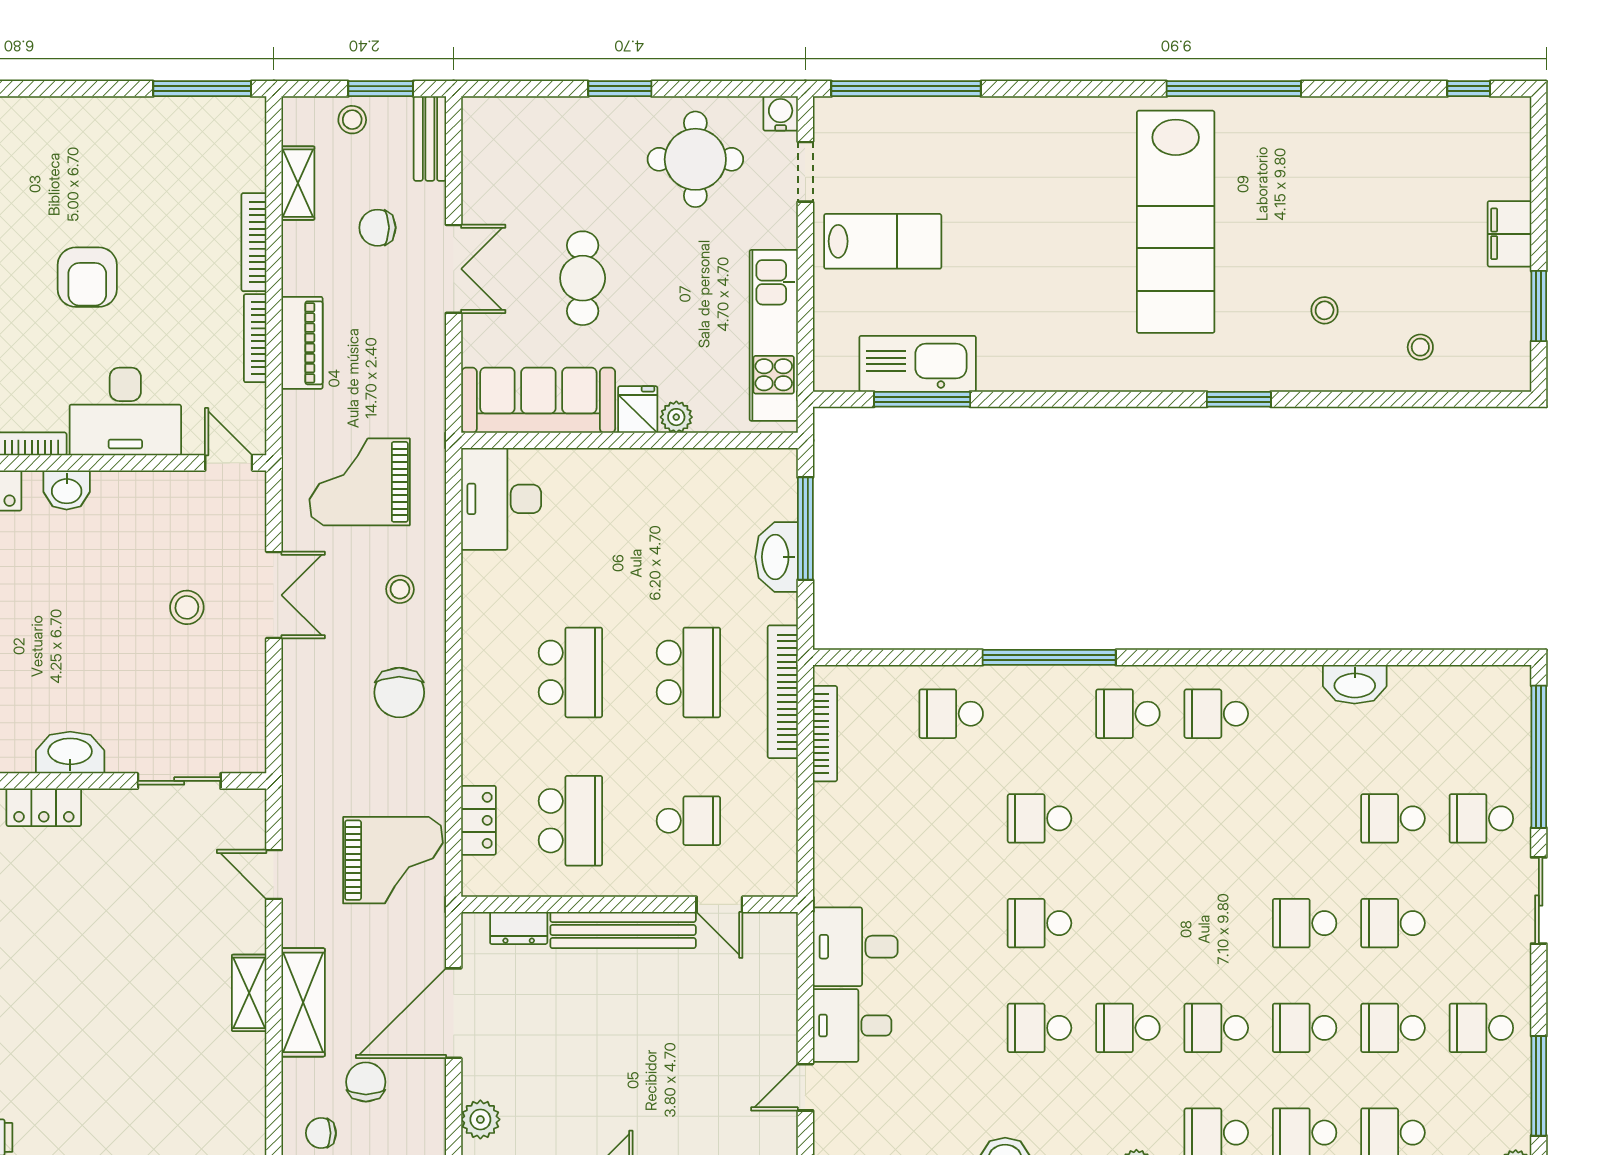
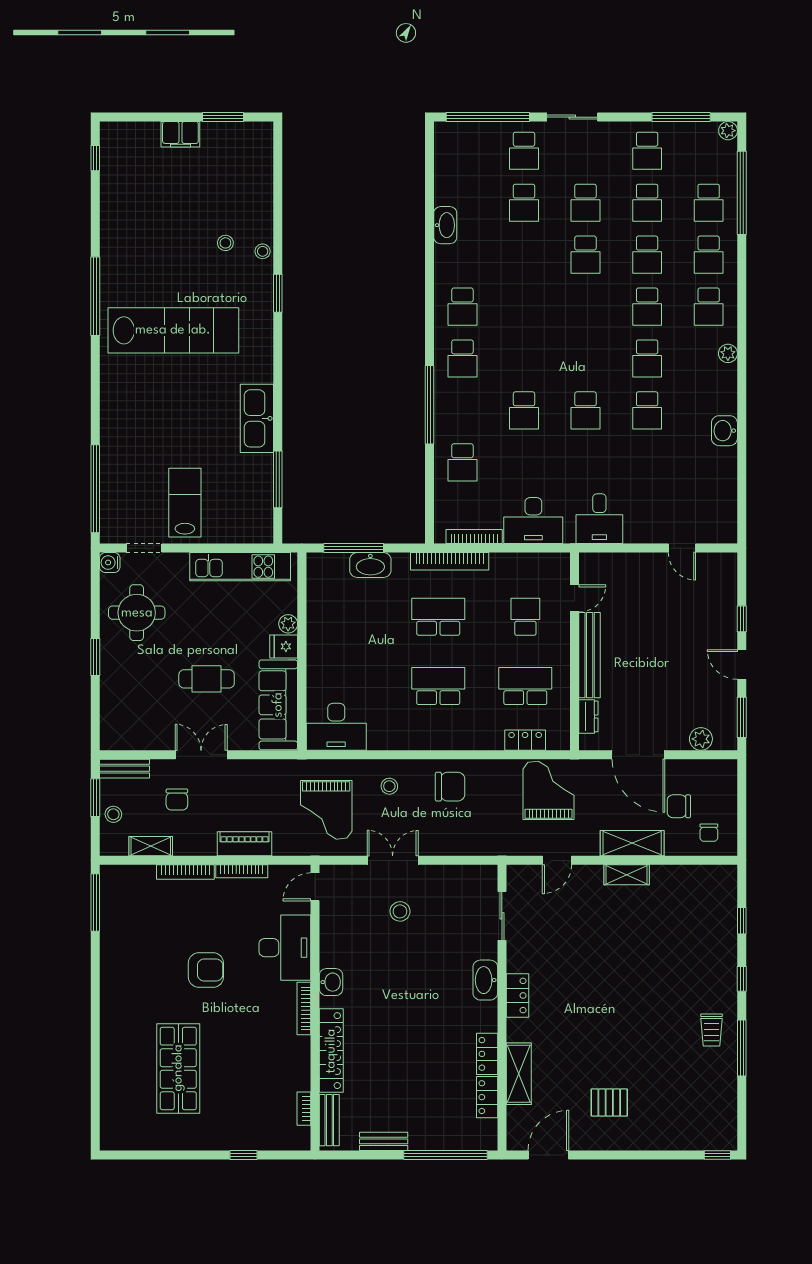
stool: (1420, 347) -> (263, 251), moved
kitchen sink: (918, 364) -> (257, 418), moved
desk: (852, 1025) -> (533, 521), moved, width x1.37

